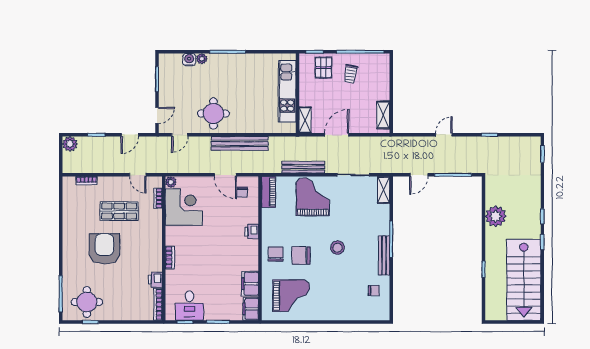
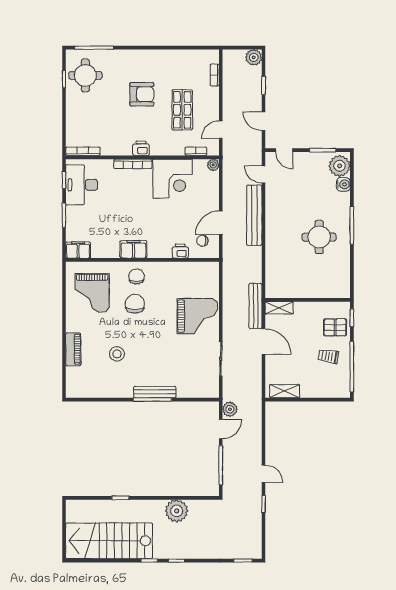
plant: (202, 59) -> (340, 166), moved, width x1.88, depth x1.88
kitchen unit: (287, 91) -> (310, 289), removed
round table: (213, 113) -> (319, 237), moved
door: (444, 135) -> (264, 474), moved
bench: (240, 143) -> (254, 215), moved
plant: (400, 166) -> (230, 409), added
bench: (303, 167) -> (255, 306), moved
door: (419, 175) -> (221, 429), swing flipped
shelving: (384, 190) -> (205, 391), removed
piano: (269, 192) -> (73, 349), moved, turned -90
corner desk: (184, 207) -> (172, 179), moved
printer: (252, 232) -> (180, 251), moved
stool: (338, 248) -> (117, 354), moved
armchair: (104, 249) -> (142, 94), width x0.73, depth x0.73
chair: (276, 254) -> (136, 276), turned -90
bench: (384, 255) -> (155, 392), moved
bookcase: (170, 257) -> (133, 164), width x1.56
printer: (155, 280) -> (141, 148), moved
filing cabinet: (250, 284) -> (133, 249), moved
chair: (374, 290) -> (98, 381), removed
desk: (190, 306) -> (82, 185), width x1.37

